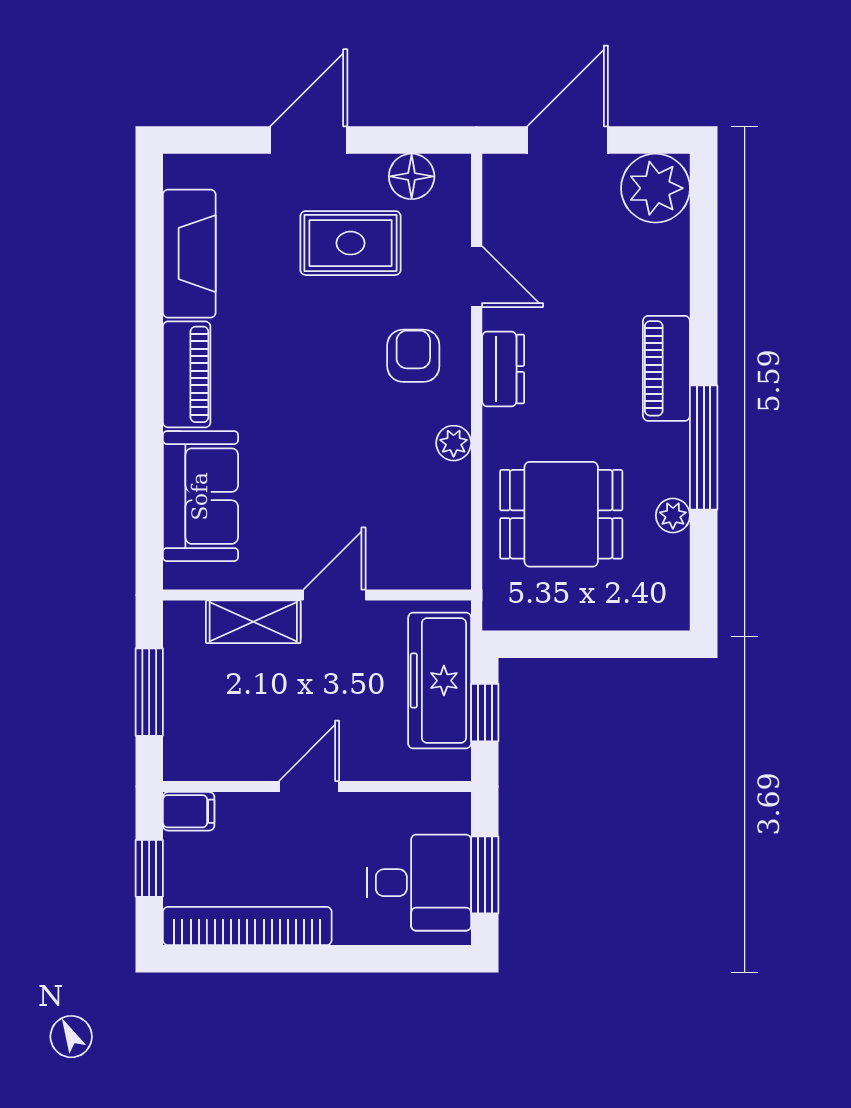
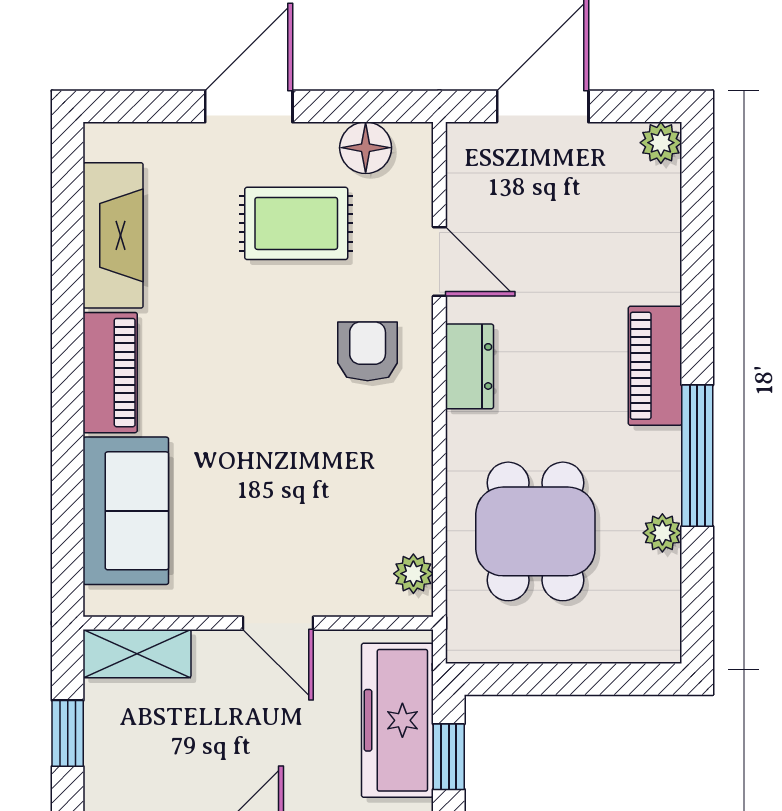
plant: (655, 188) -> (661, 143), width x0.53, depth x0.53
plant: (454, 443) -> (413, 574), moved
dining table: (561, 514) -> (535, 531), turned 90
door: (334, 595) -> (278, 623), swing flipped
shelving: (253, 622) -> (137, 654), moved
window: (149, 692) -> (68, 733), width x0.67

